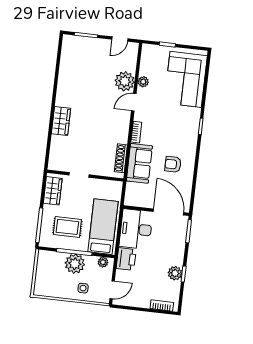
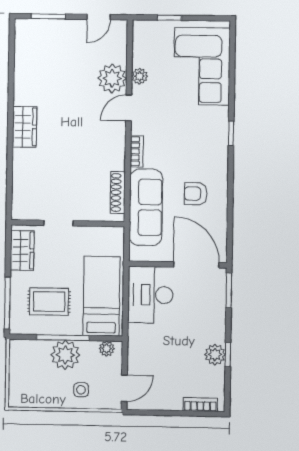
wardrobe: (61, 121) -> (25, 127), moved
sofa: (139, 163) -> (146, 207), width x1.36
printer: (126, 259) -> (140, 340), removed

